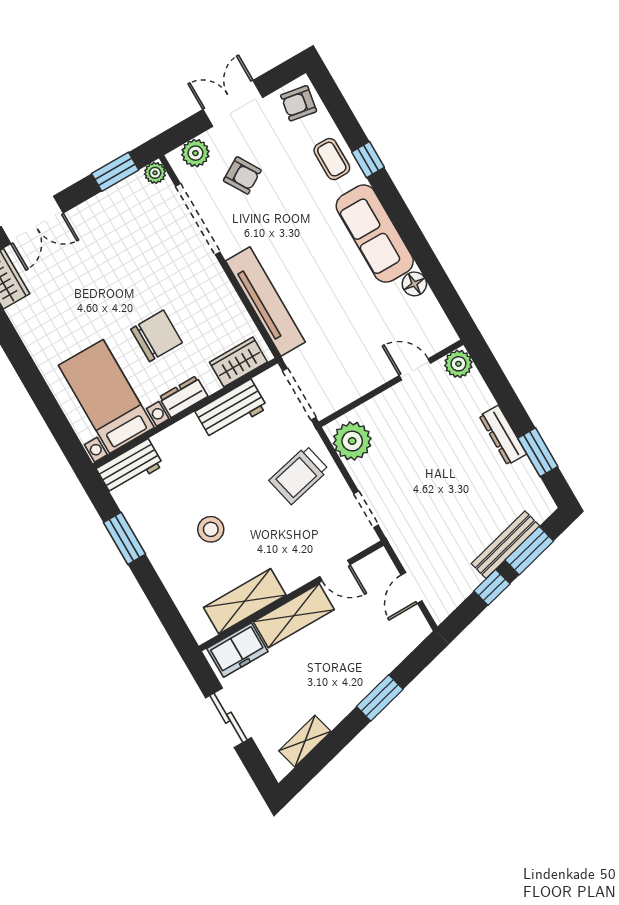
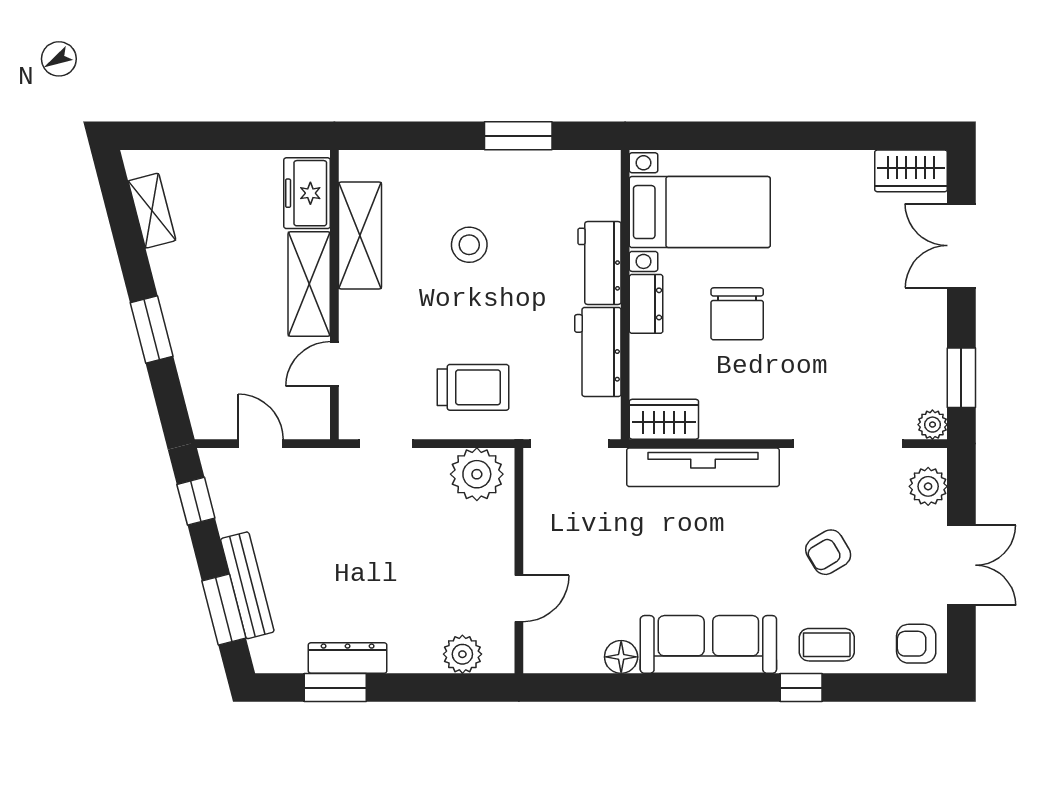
armchair: (299, 103) -> (916, 644), turned -100
armchair: (242, 175) -> (828, 552), moved
wardrobe: (238, 362) -> (664, 419), moved, turned -90
plant: (458, 364) -> (462, 654), moved
dresser: (503, 435) -> (348, 658), moved
workbench: (130, 467) -> (599, 263), moved
trolley: (299, 475) -> (473, 387), turned 103
window: (492, 587) -> (196, 501), moved
sliding door: (228, 718) -> (233, 136), removed

